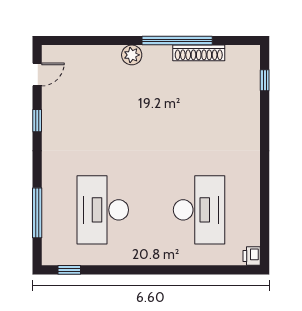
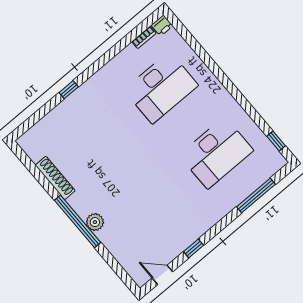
window: (177, 40) -> (77, 221), moved
window: (265, 80) -> (69, 90), moved
desk: (199, 210) -> (161, 88), turned 180
bookcase: (255, 232) -> (144, 37), added

